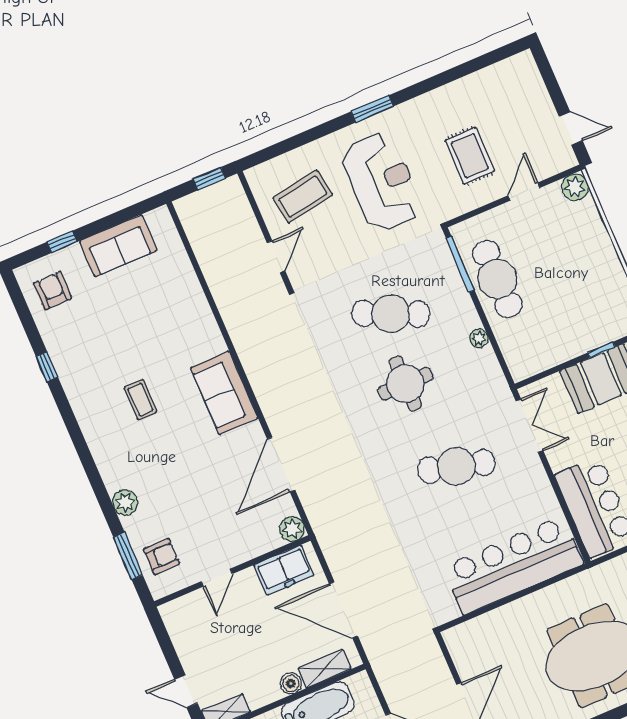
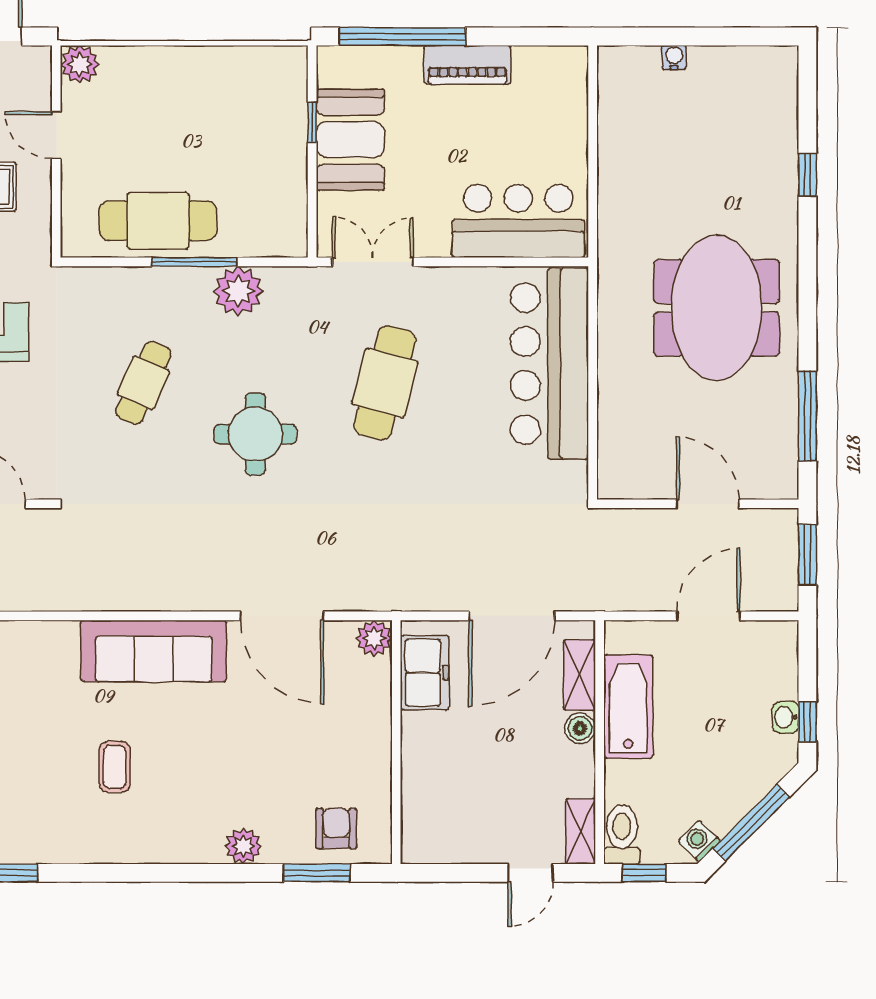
window: (460, 264) -> (194, 262), moved
cafe table: (391, 314) -> (143, 383), width x0.73, depth x0.74
plant: (479, 338) -> (238, 291), width x1.88, depth x1.88
round table: (405, 384) -> (255, 434), moved
sofa: (224, 393) -> (154, 651), width x1.36
coffee table: (140, 400) -> (115, 767), turned 90
door: (217, 578) -> (396, 767), removed

